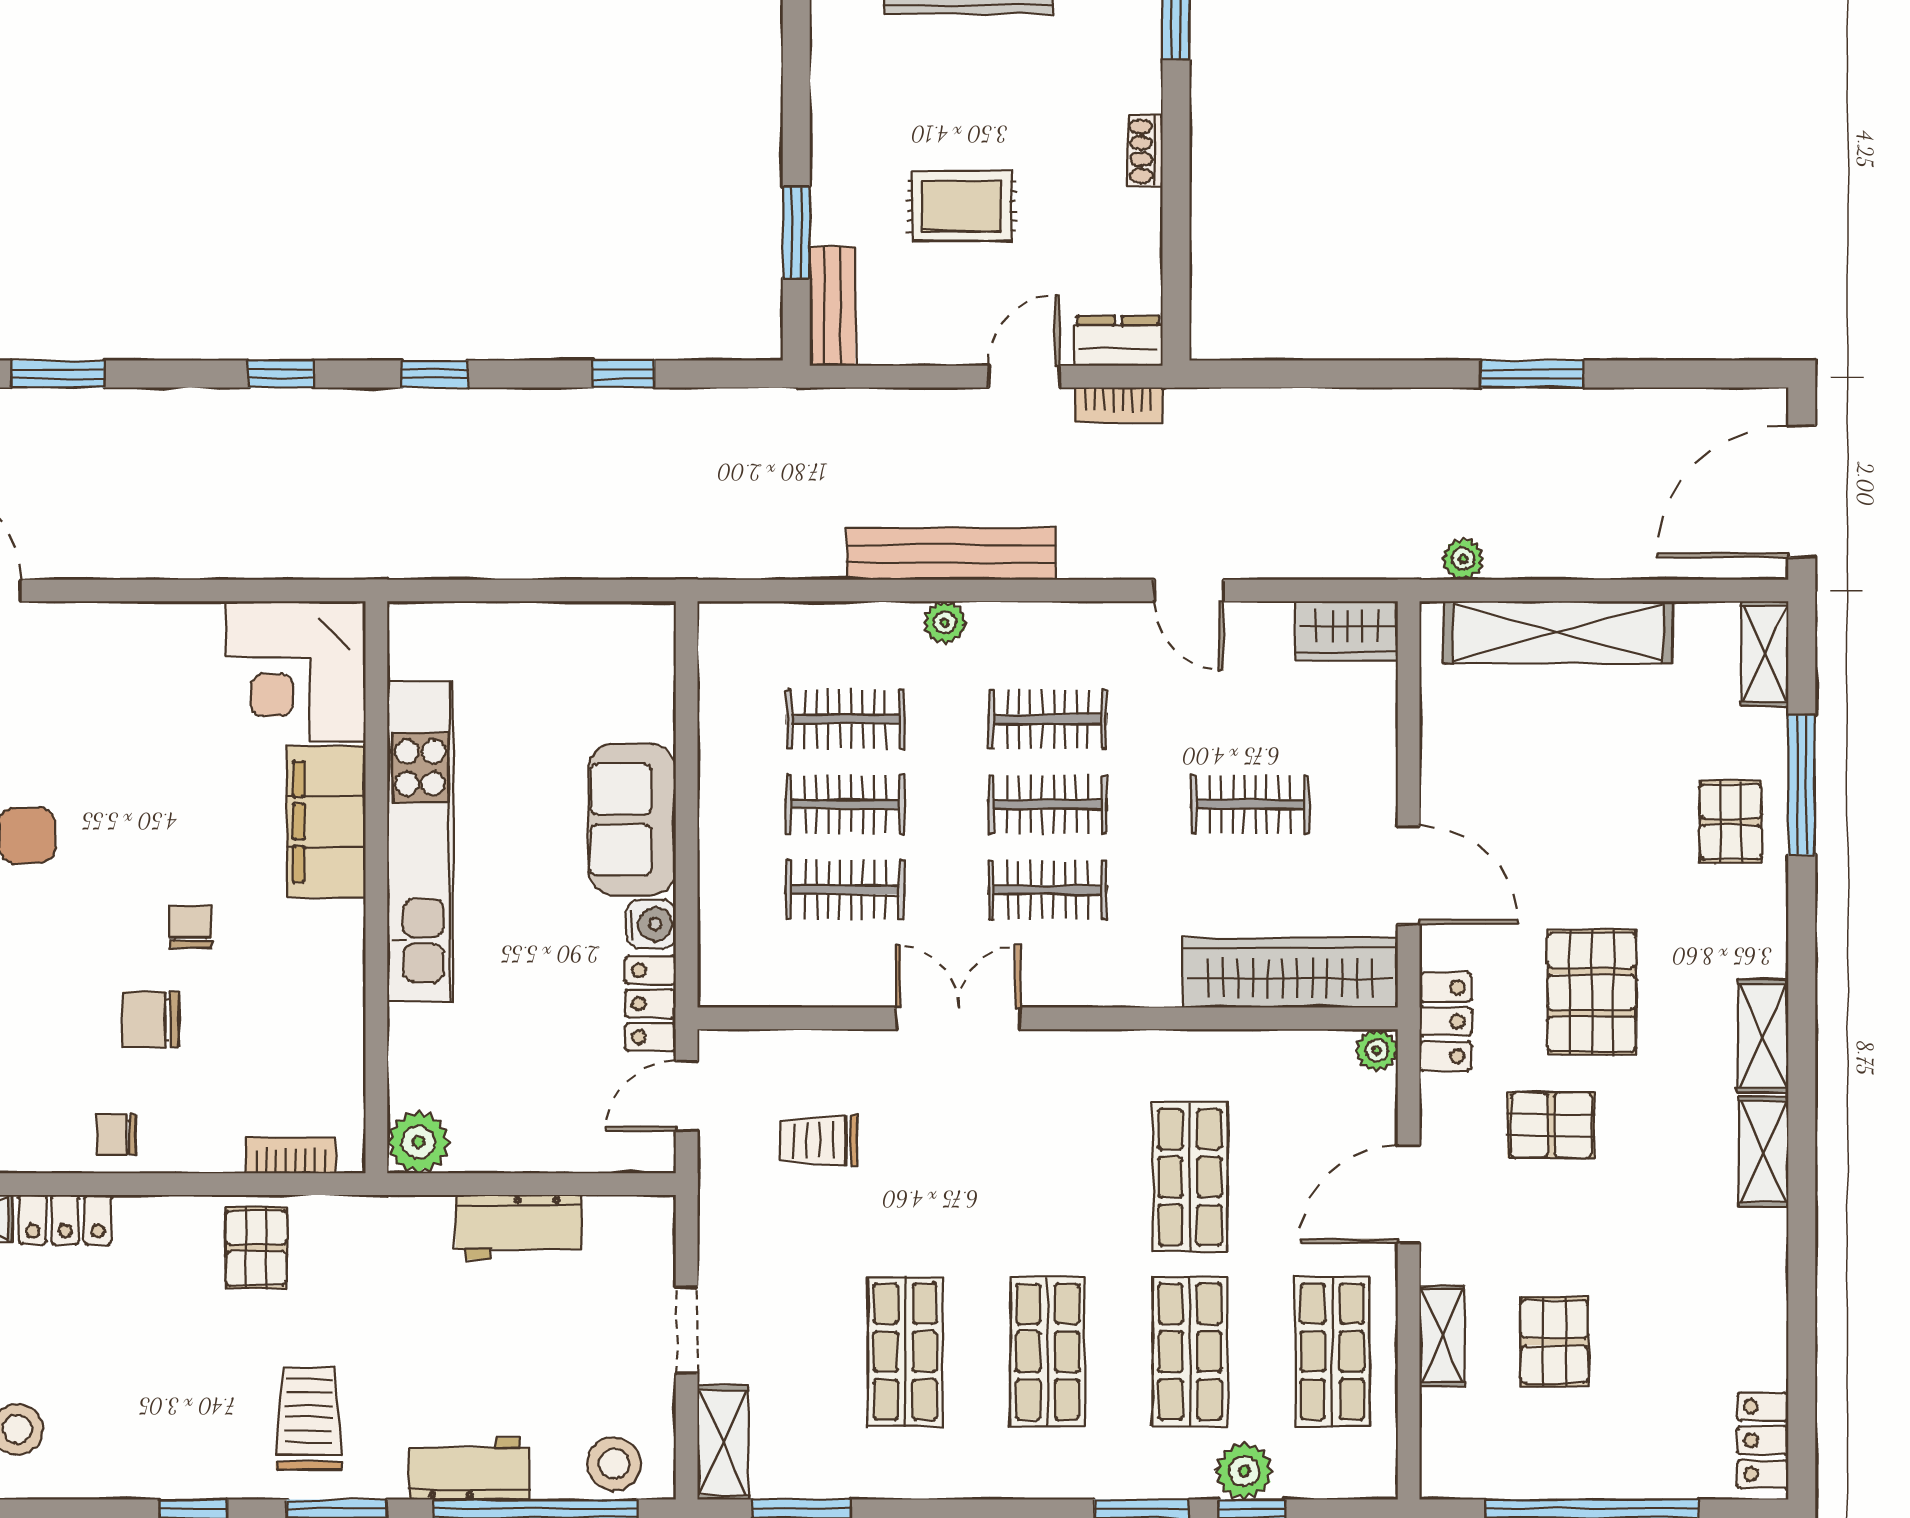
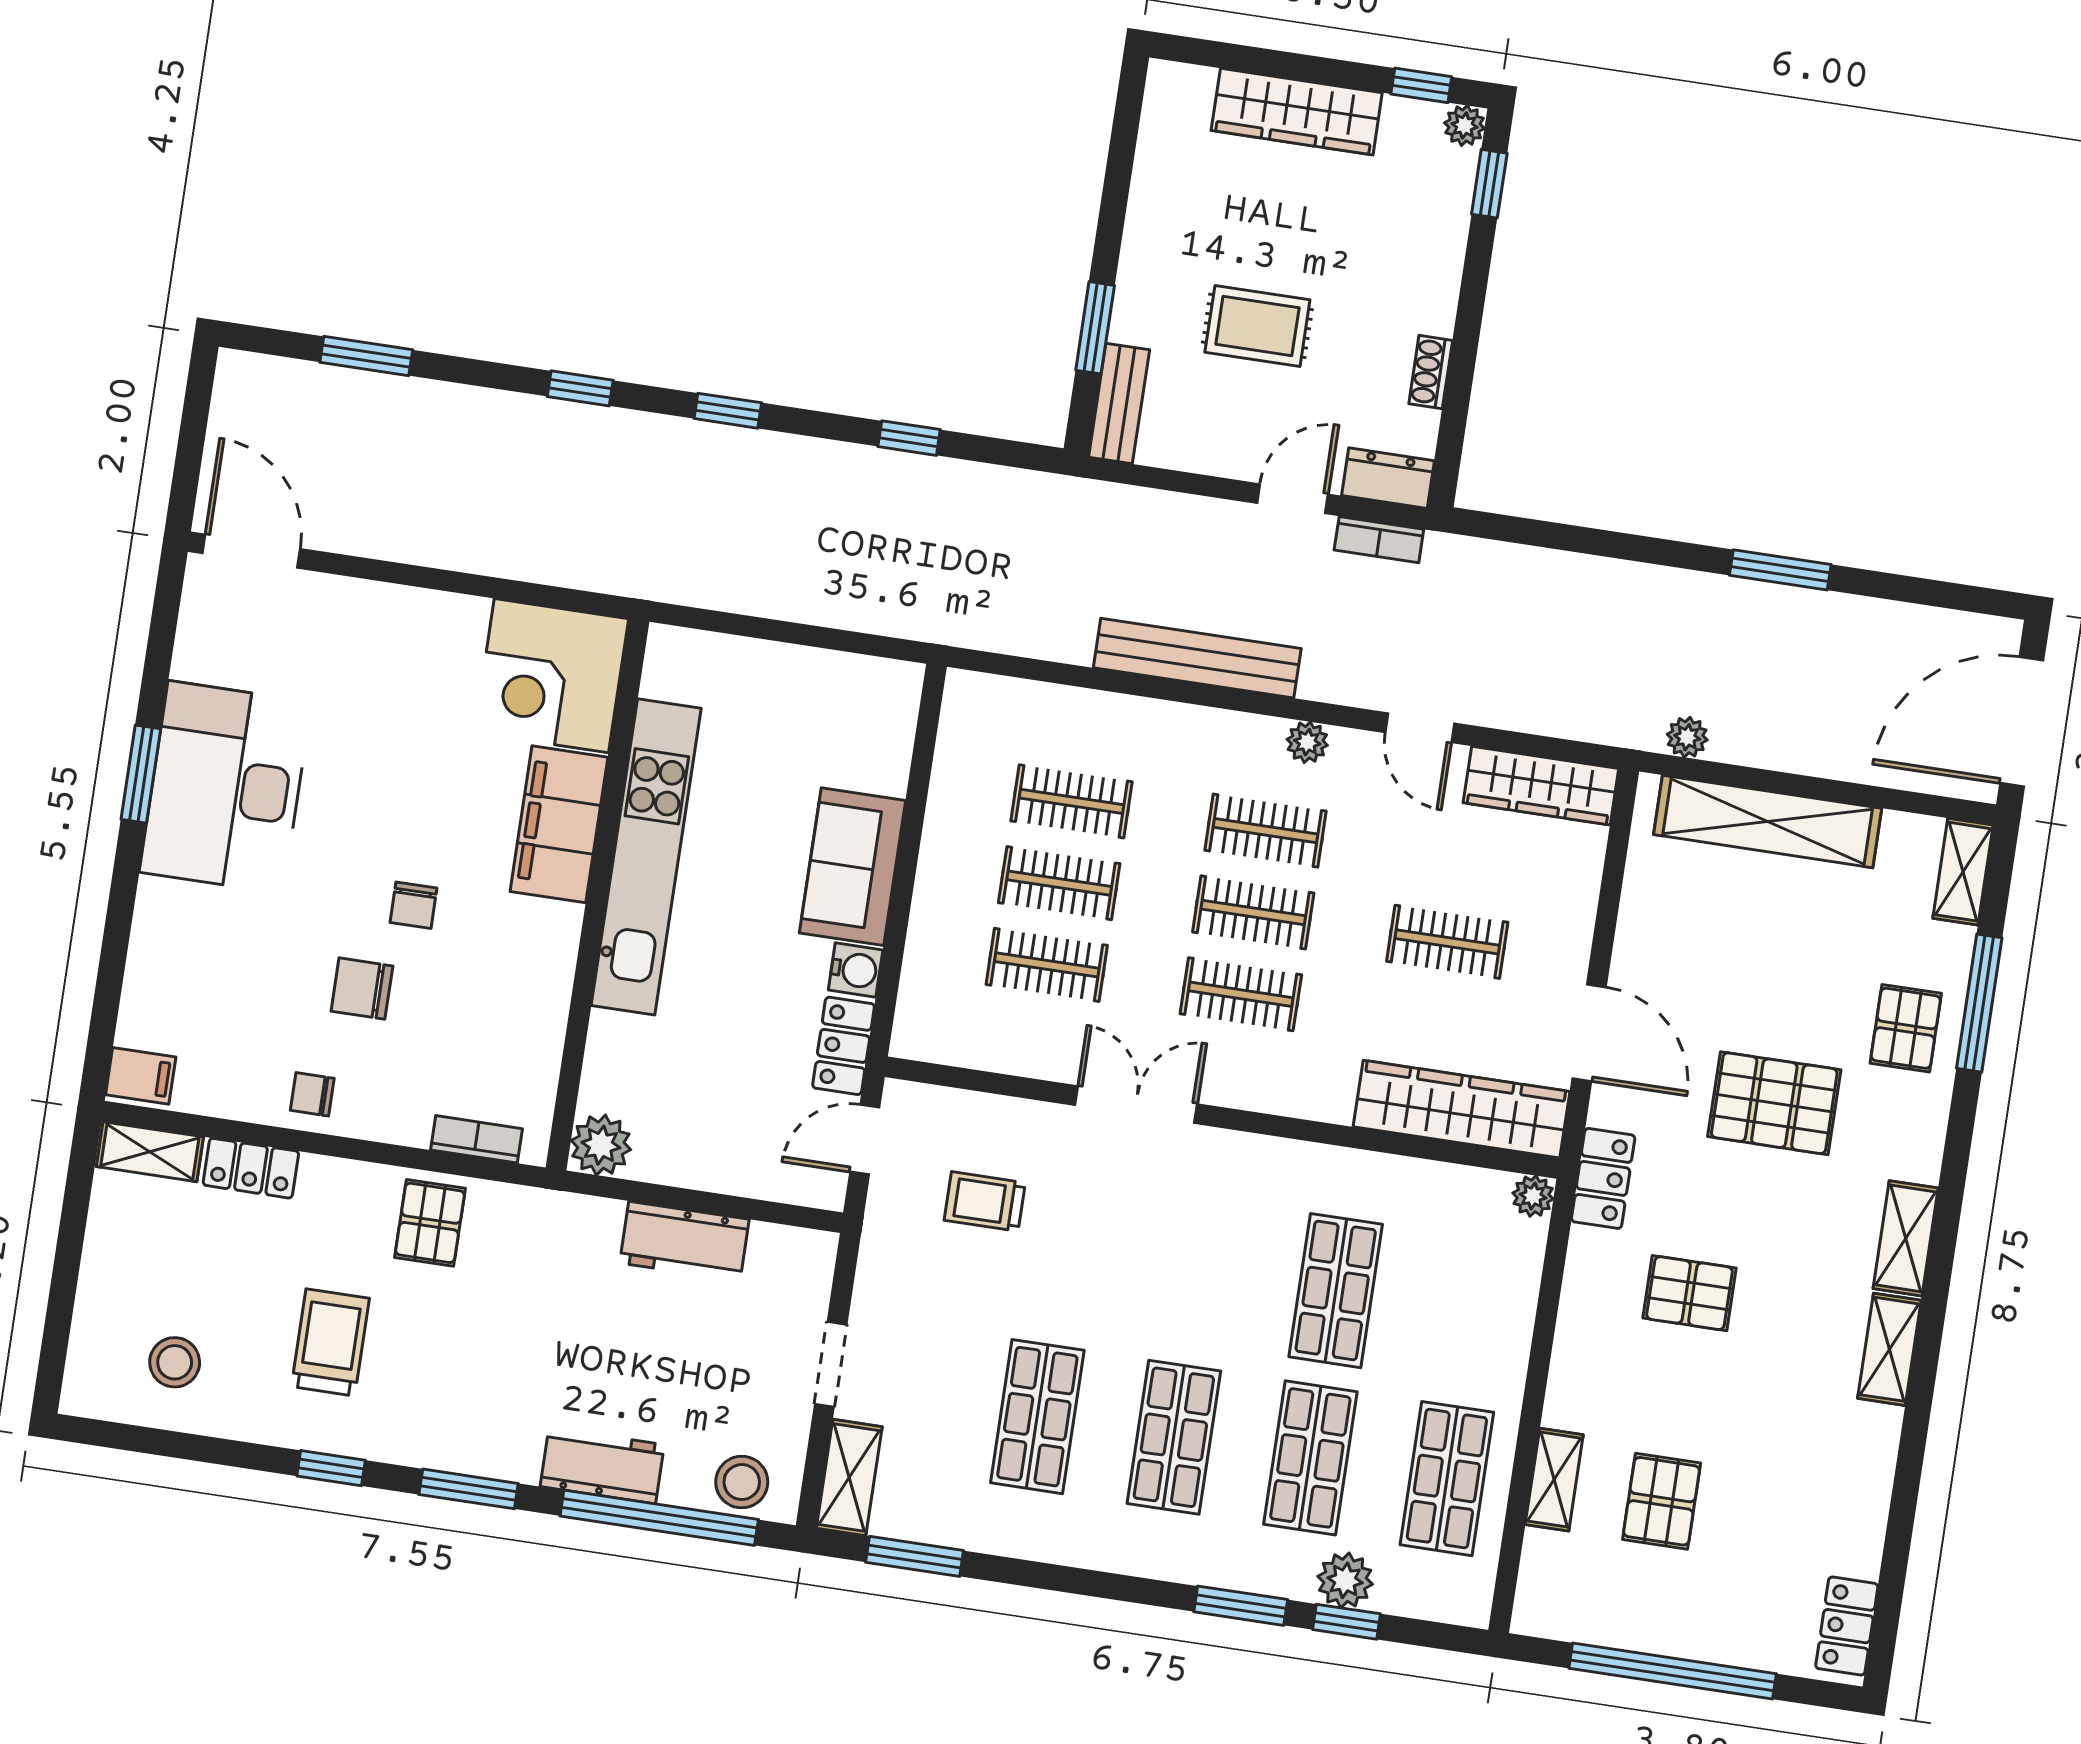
shoe rack: (1145, 151) -> (1431, 372), moved
plant: (945, 622) -> (1307, 742), moved
wardrobe: (1347, 631) -> (1541, 786), width x1.50
chair: (191, 926) -> (414, 905), turned 180
pallet: (1592, 992) -> (1774, 1103), moved, turned 90
door: (1409, 1194) -> (1543, 1339), removed
trolley: (309, 1418) -> (330, 1342), moved

